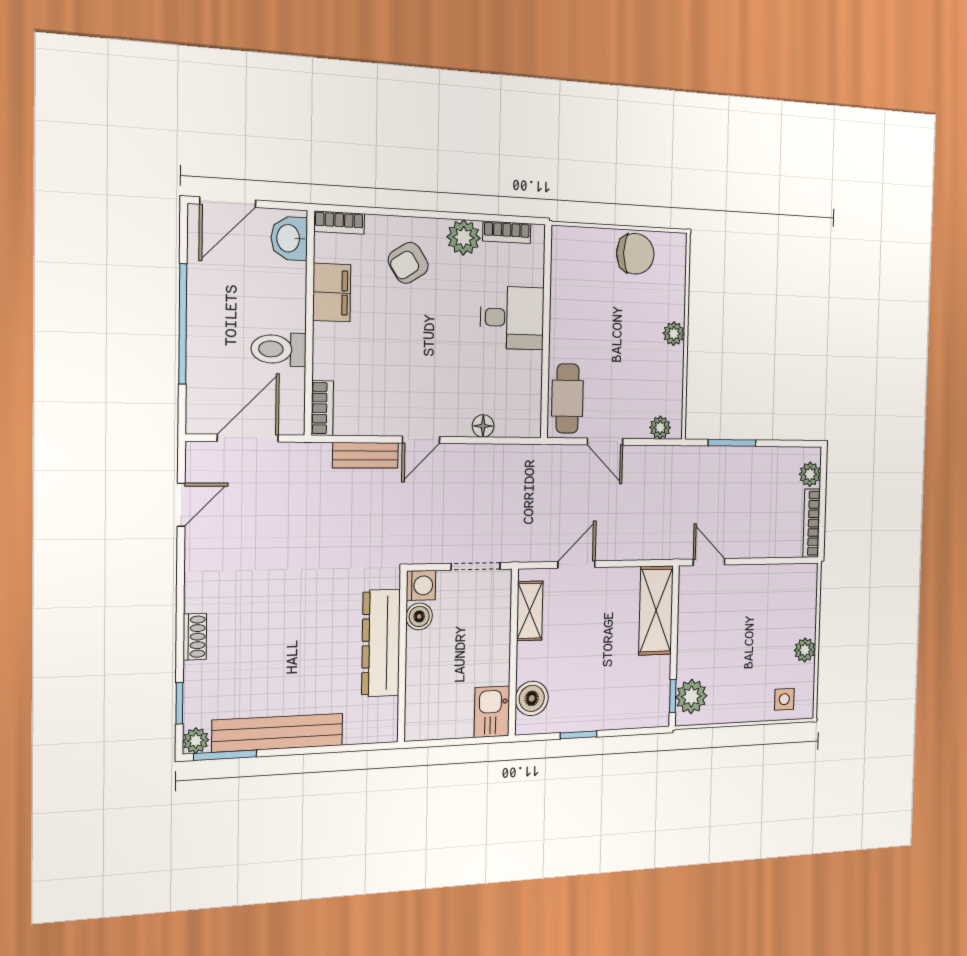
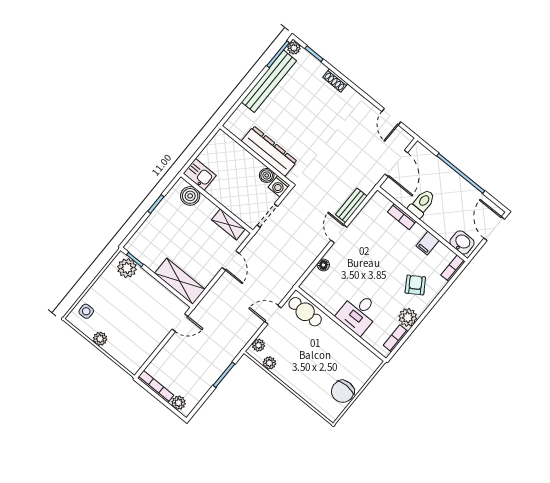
filing cabinet: (332, 292) -> (428, 243), width x0.50
plant: (674, 334) -> (269, 363), moved
bookcase: (322, 408) -> (402, 217), moved

